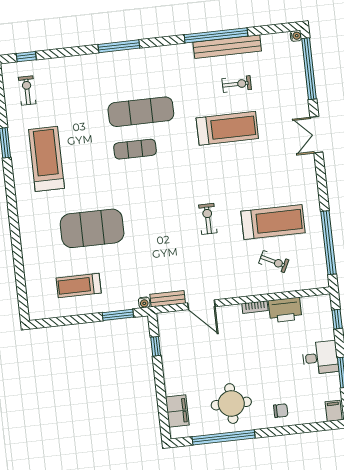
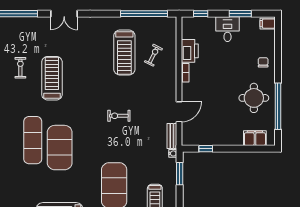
exercise mat: (135, 149) -> (60, 148), width x2.00, depth x1.45
exercise bike: (208, 219) -> (119, 116), moved
treadmill: (273, 222) -> (124, 52), turned 180

